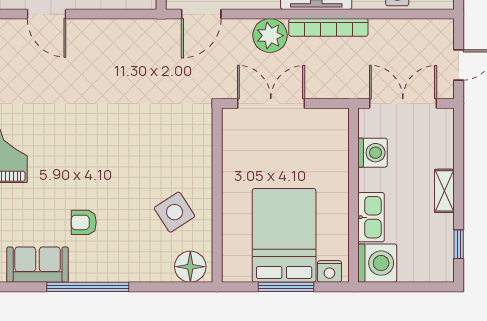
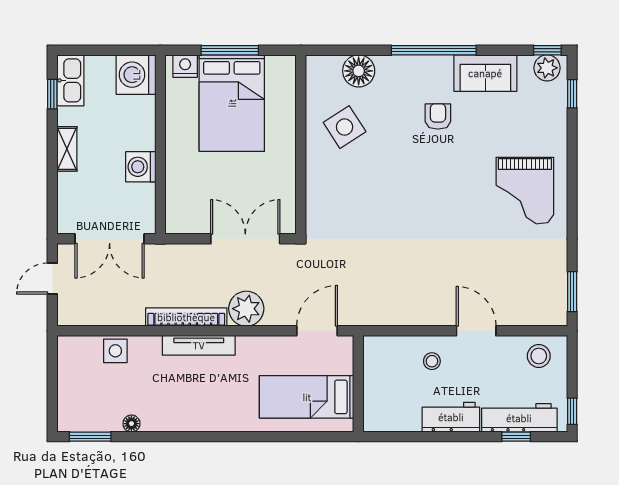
double door: (271, 103) -> (245, 239), swing flipped
washing machine: (373, 153) -> (141, 167), moved
kitchen sink: (371, 217) -> (70, 80), moved, turned 180
armchair: (84, 222) -> (438, 116), turned -90
floor lamp: (190, 267) -> (359, 71), moved

